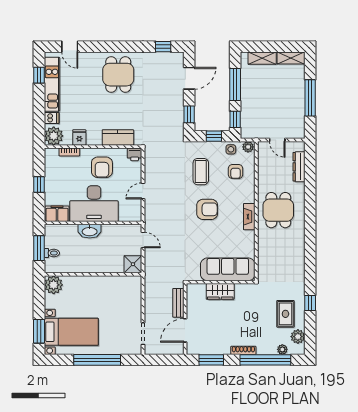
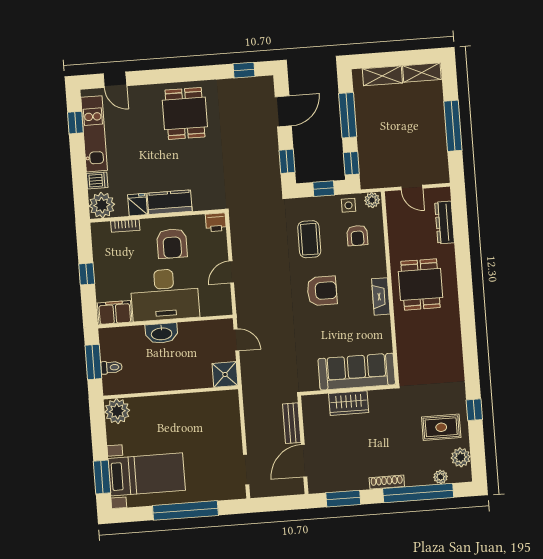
kitchen counter: (118, 137) -> (170, 202), moved
rug: (285, 314) -> (441, 427), turned 90

